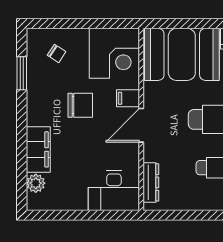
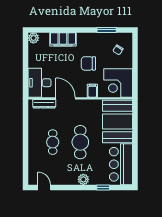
chair: (80, 105) -> (88, 63), turned 90
door: (141, 125) -> (66, 98), moved
plant: (36, 183) -> (33, 38), moved

